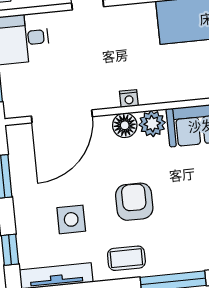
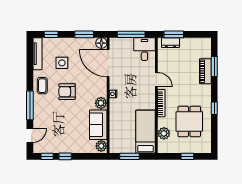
floor lamp: (125, 125) -> (101, 43), moved
armchair: (134, 202) -> (67, 92), turned 180

